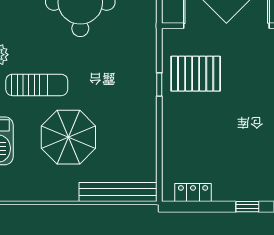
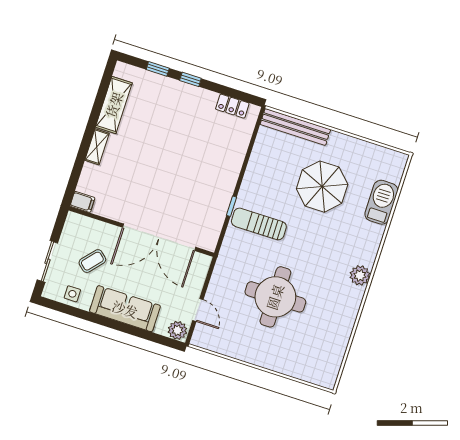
pallet: (196, 74) -> (198, 205), removed
sun lounger: (37, 85) -> (259, 224), moved

